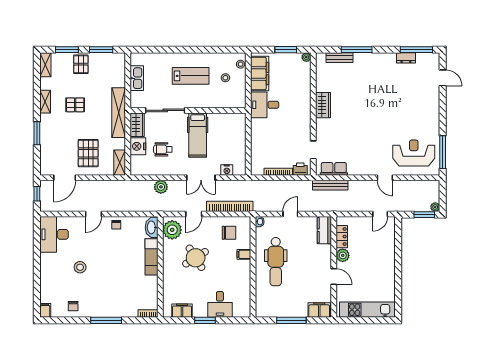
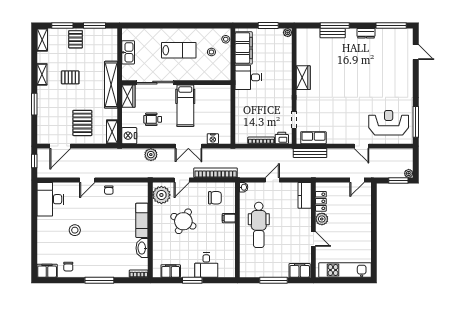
bench: (339, 58) -> (333, 33), moved
dresser: (406, 58) -> (366, 33), moved
nightstand: (138, 146) -> (129, 136), moved
washbasin: (152, 227) -> (142, 248), moved
round table: (196, 258) -> (183, 221), turned -31
filing cabinet: (45, 310) -> (47, 271), width x2.00

